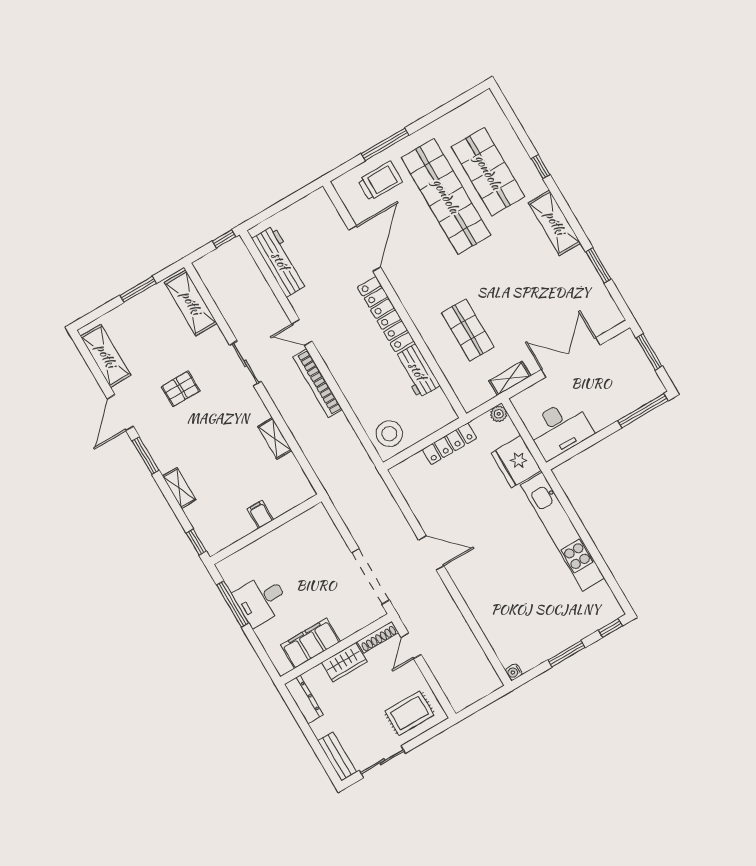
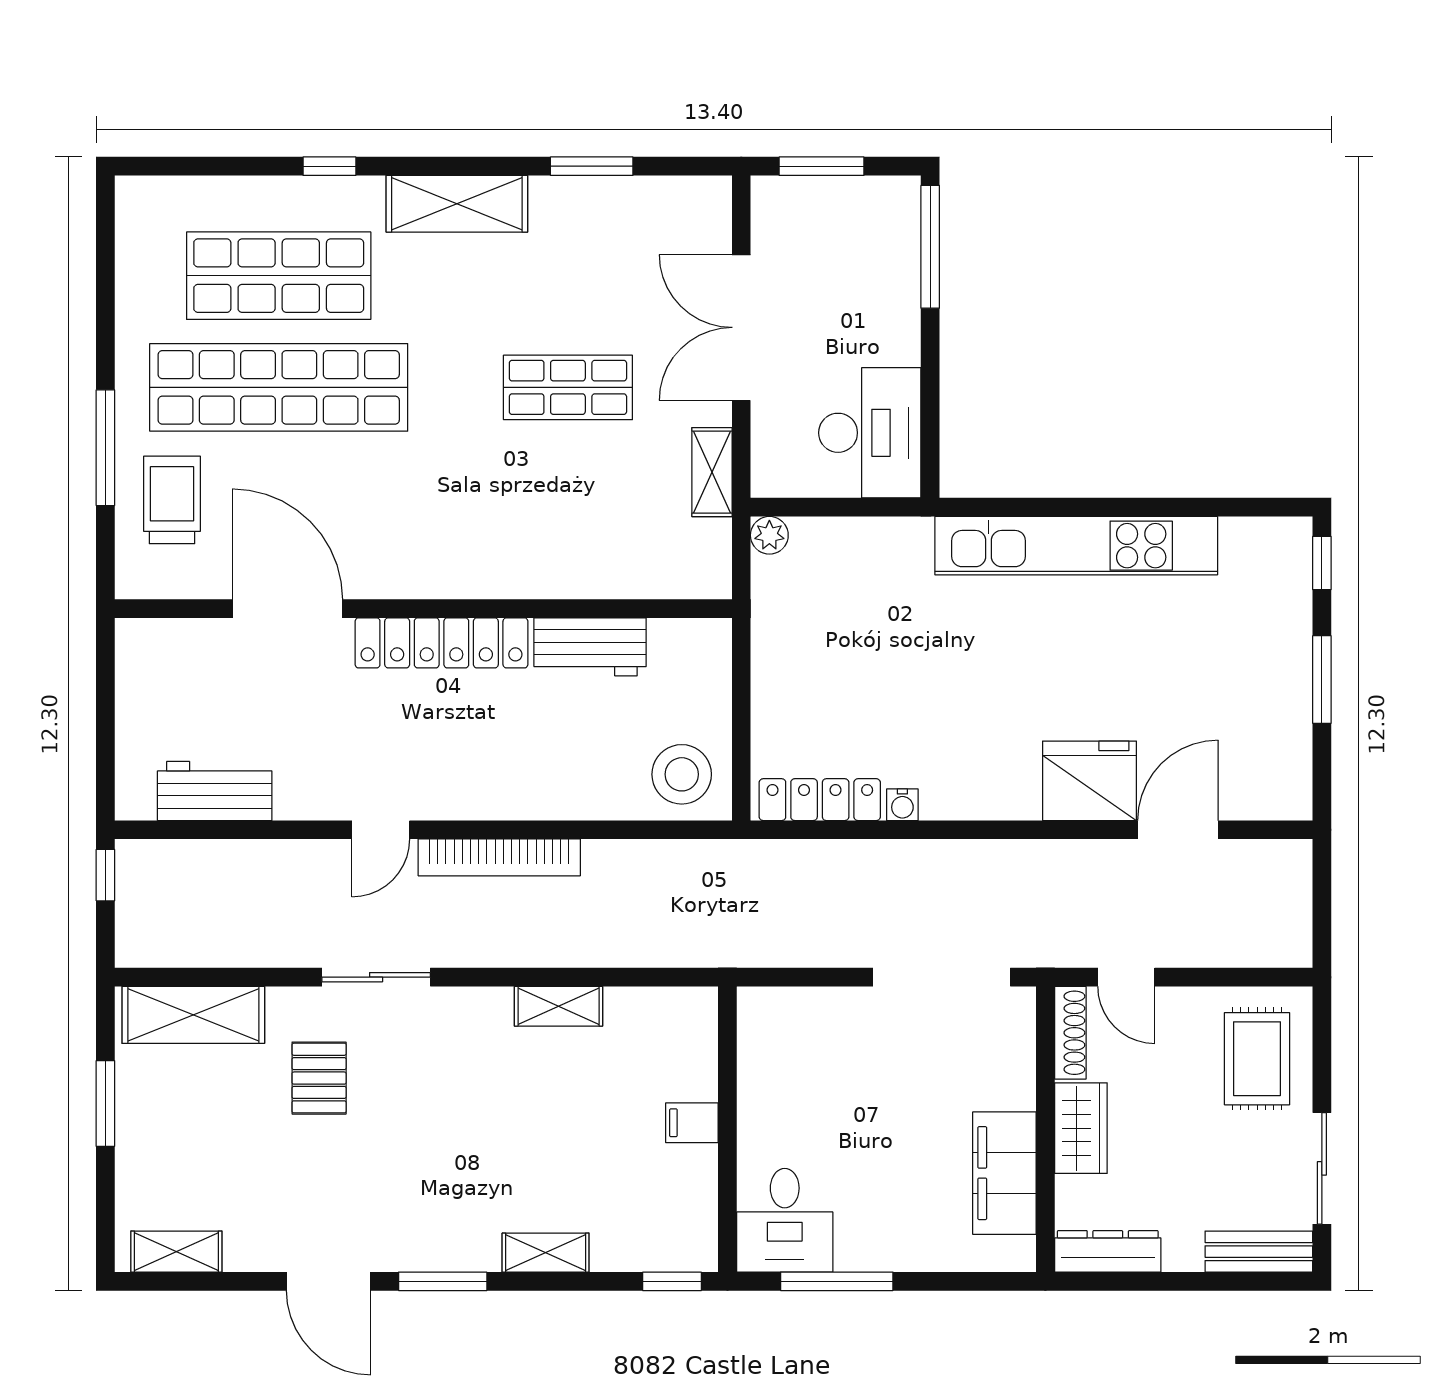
workbench: (280, 261) -> (215, 791), width x0.73
shop shelf: (468, 330) -> (568, 387), moved
shelving: (106, 356) -> (176, 1252), width x0.67, depth x0.75
pallet: (180, 389) -> (319, 1078), moved
locker: (450, 444) -> (820, 800), moved, turned -90
fridge: (516, 462) -> (1090, 781), moved, turned 180
door: (431, 553) -> (1178, 830), moved
desk: (261, 600) -> (785, 1220), moved
water cooler: (514, 672) -> (902, 805), moved

